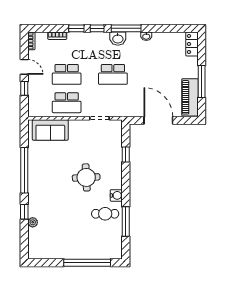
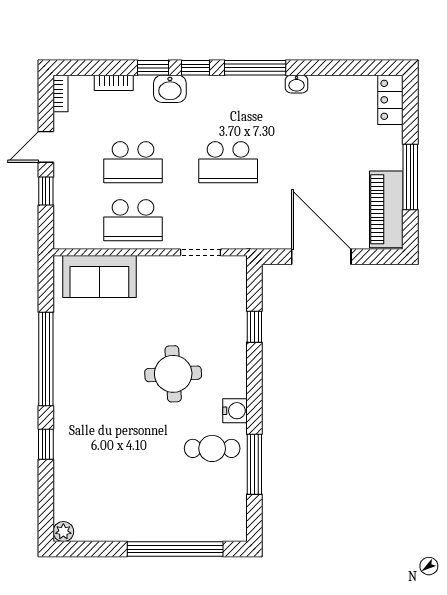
washbasin: (118, 39) -> (170, 89), moved
door: (24, 67) -> (46, 147), swing flipped
plant: (33, 222) -> (63, 532), moved

